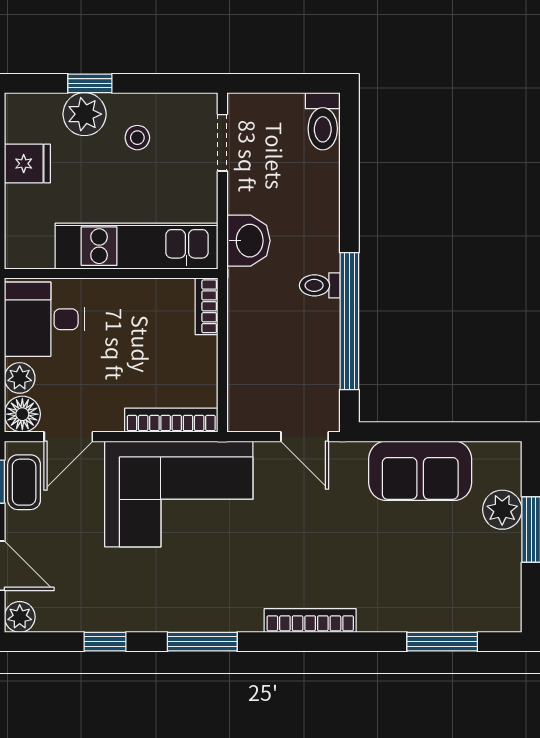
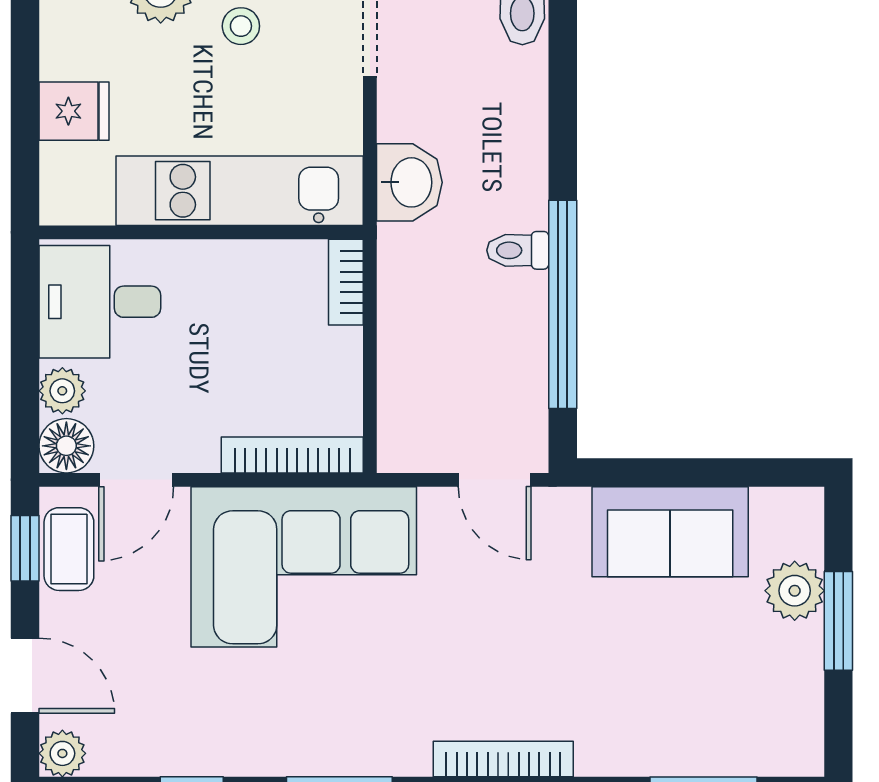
fridge: (27, 164) -> (74, 111), moved

